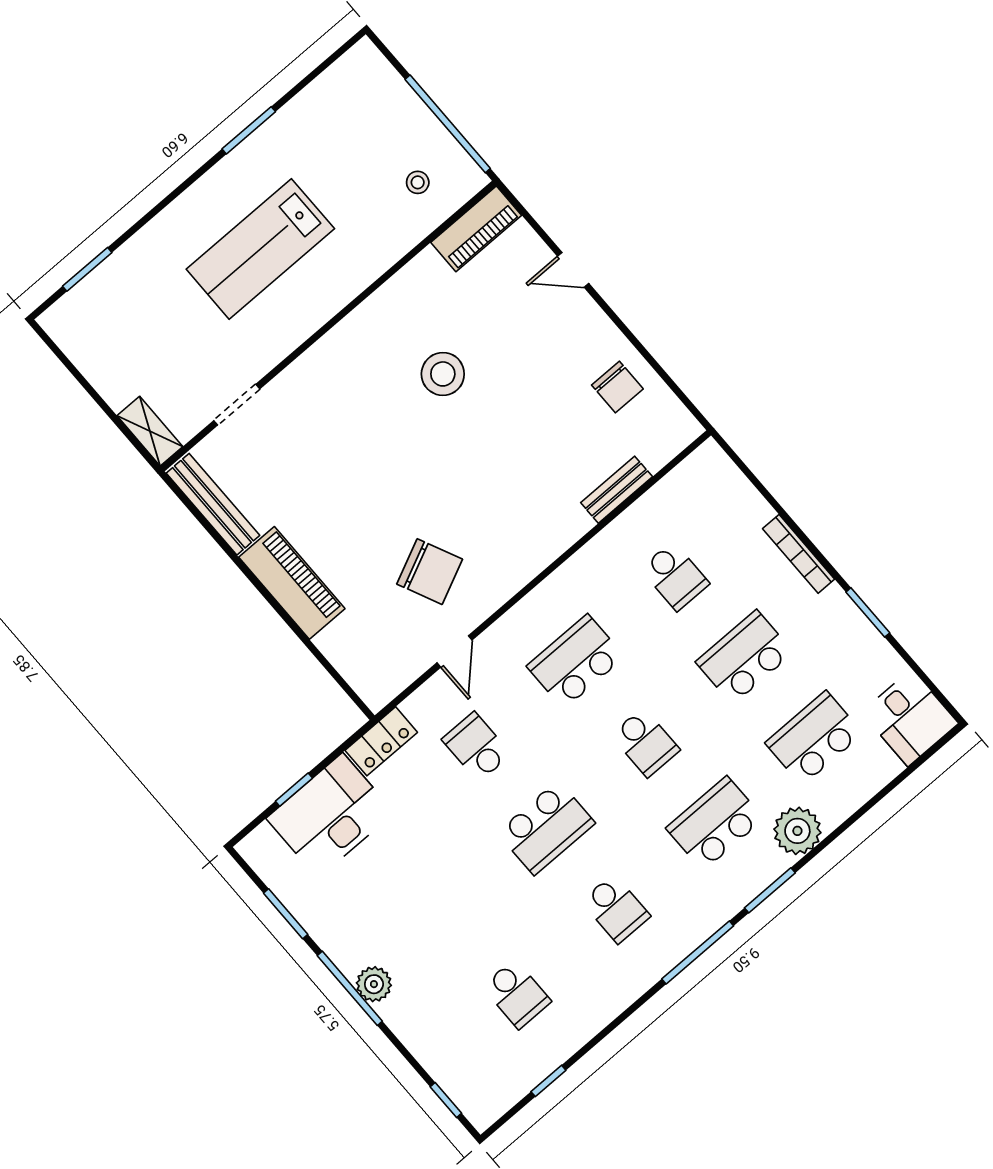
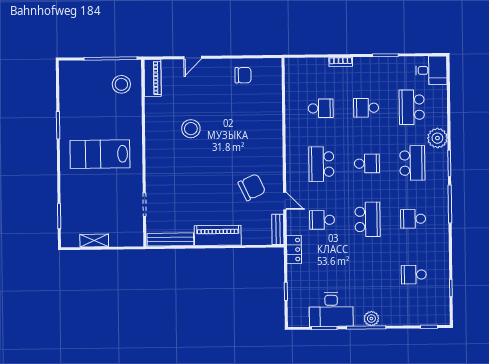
stool: (418, 182) -> (121, 84), width x1.89, depth x1.89
lab bench: (260, 249) -> (100, 154), turned 90
shelving: (150, 431) -> (94, 241), moved
bench: (617, 490) -> (278, 229), moved
bookcase: (799, 554) -> (341, 62), width x0.64
school desk: (744, 657) -> (366, 108), width x0.54
desk: (330, 815) -> (331, 309), moved, turned -90
school desk: (715, 823) -> (412, 163), turned 180
school desk: (616, 909) -> (413, 219), turned 180
school desk: (517, 994) -> (414, 275), turned 180

